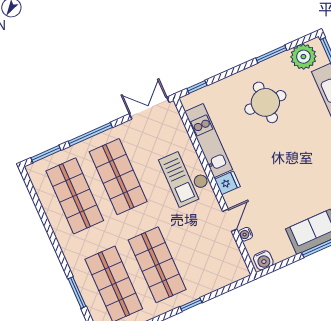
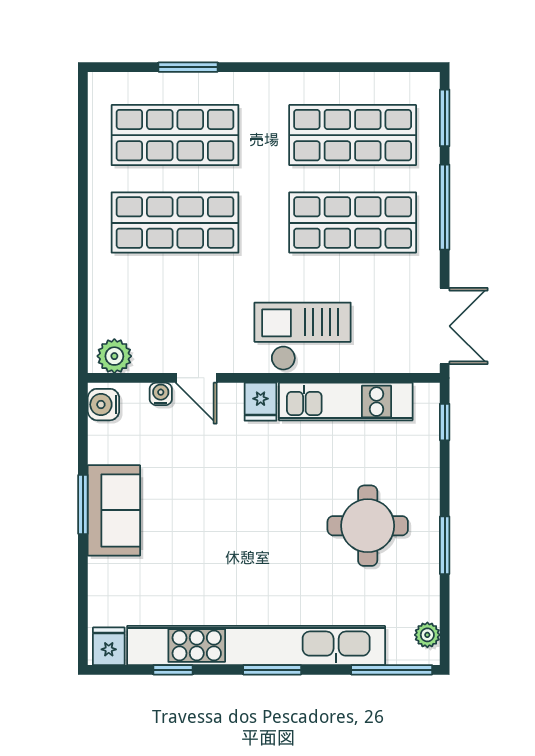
window: (271, 54) -> (445, 545), moved
plant: (303, 57) -> (427, 635), width x0.53, depth x0.53
plant: (237, 266) -> (114, 356), added
window: (191, 305) -> (83, 250), removed

